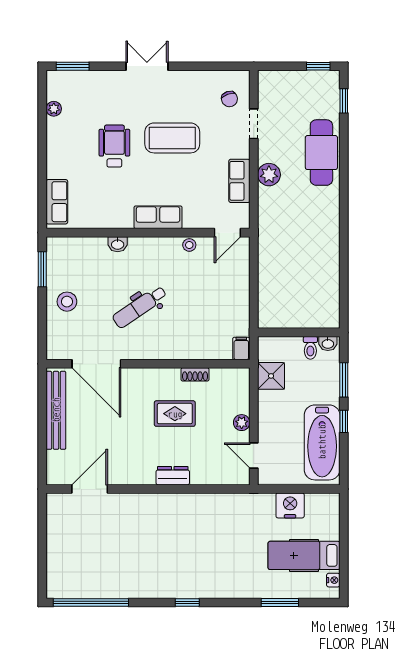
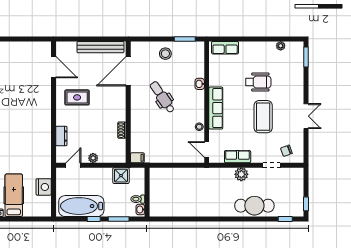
double door: (147, 66) -> (306, 116), moved
row of seats: (158, 217) -> (216, 108), width x1.48
rug: (175, 414) -> (77, 97), moved, turned 90
dresser: (173, 476) -> (61, 136), moved

